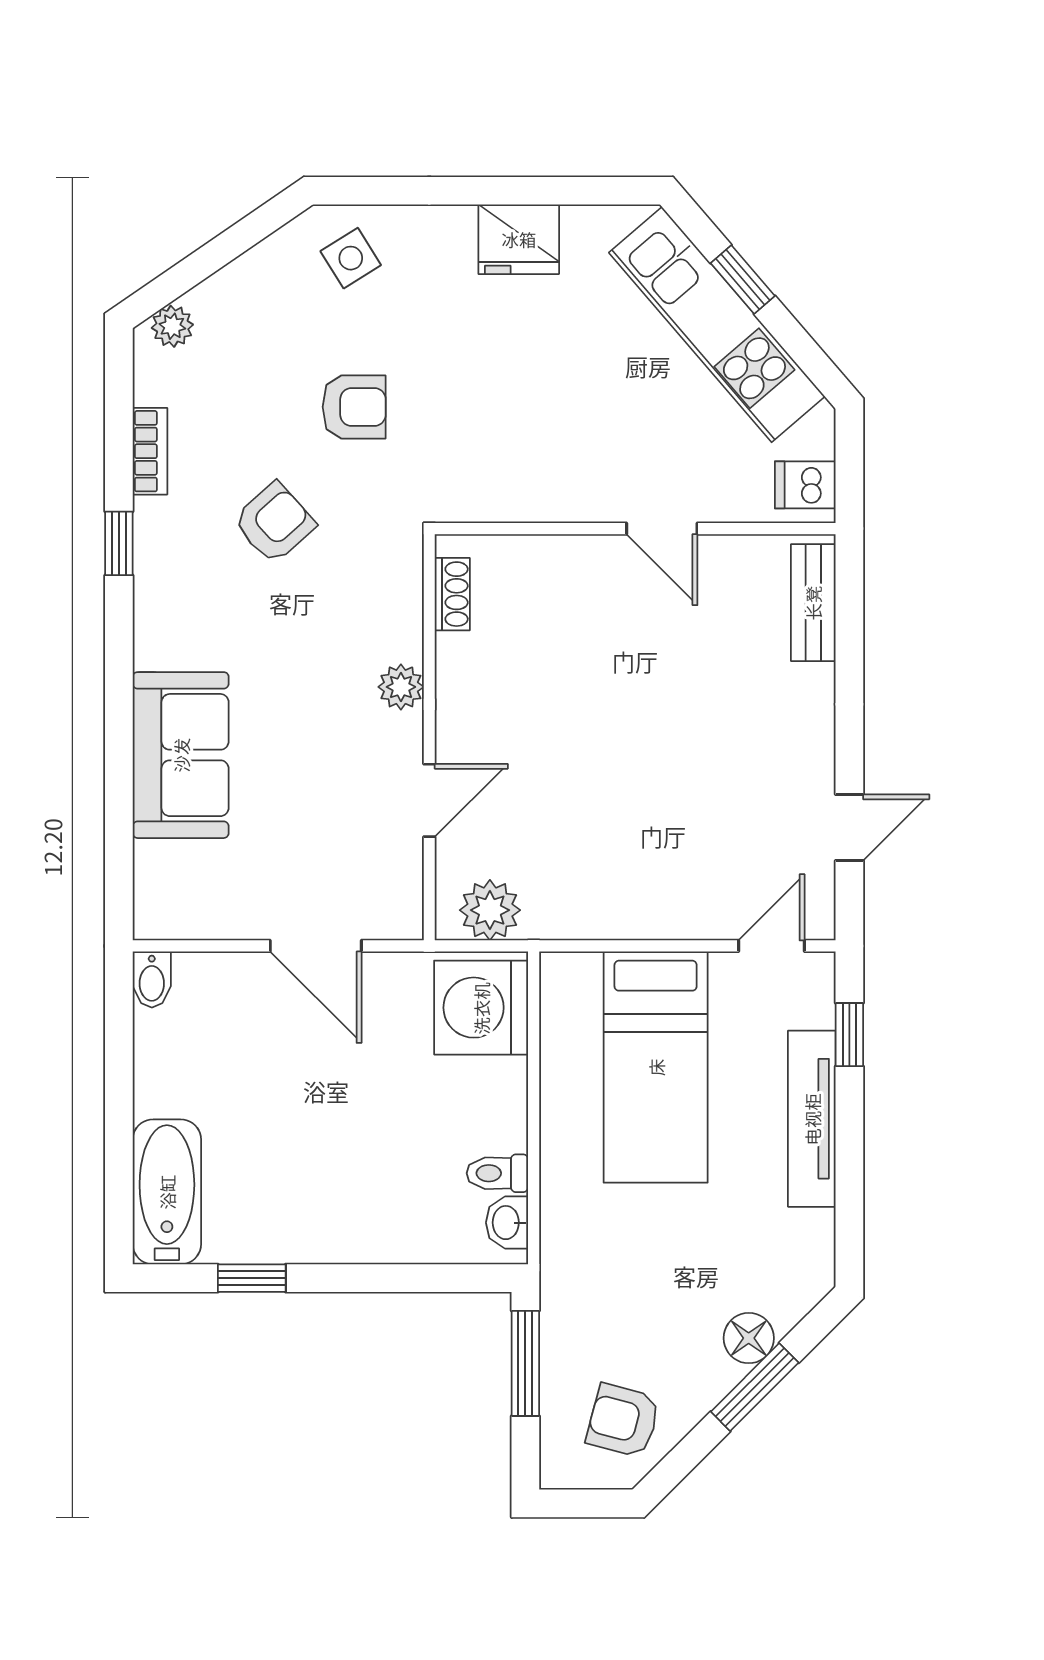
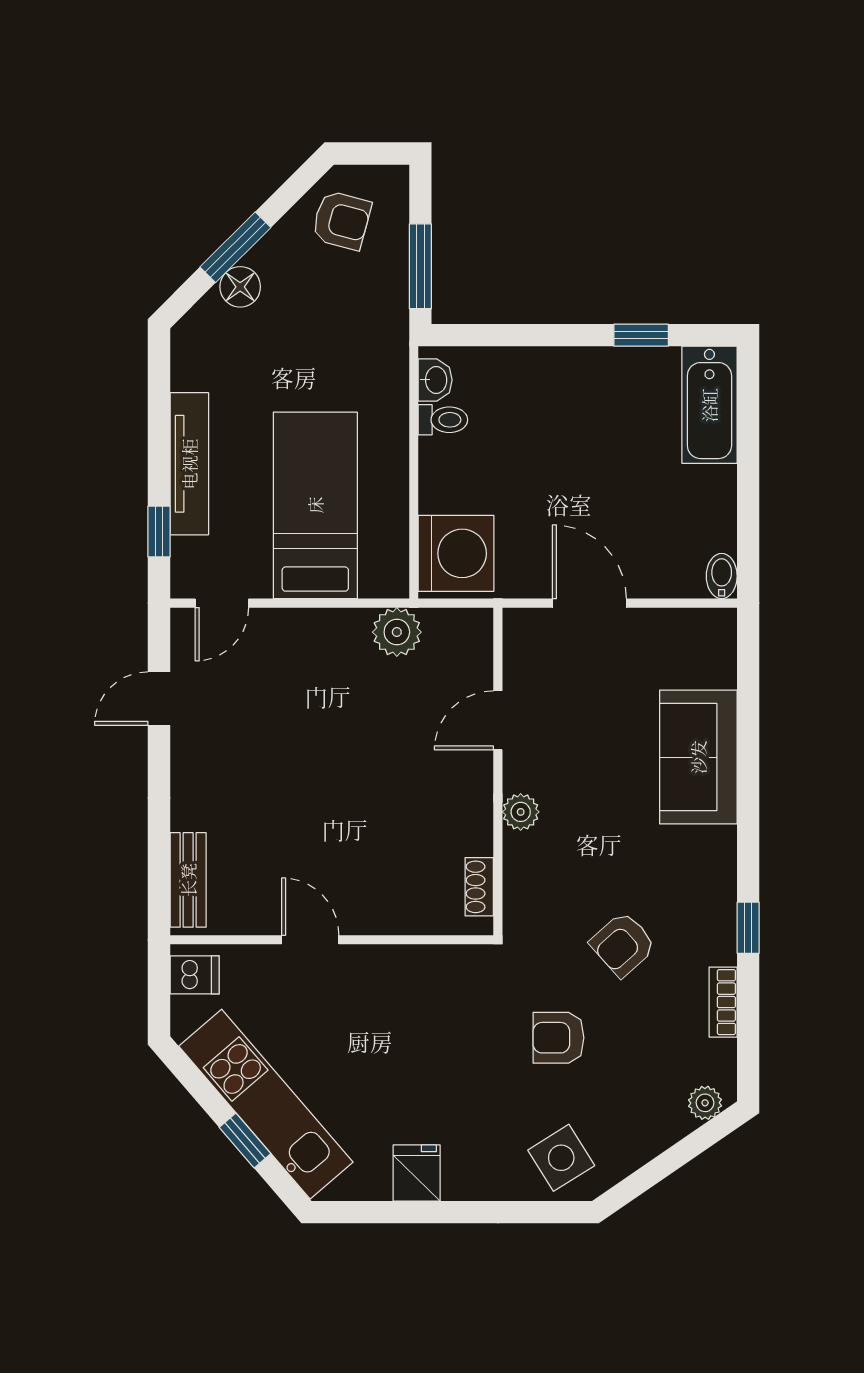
fridge: (519, 239) -> (417, 1173), width x0.72
side table: (351, 258) -> (561, 1158), width x1.37, depth x1.37
plant: (490, 910) -> (397, 632), moved

